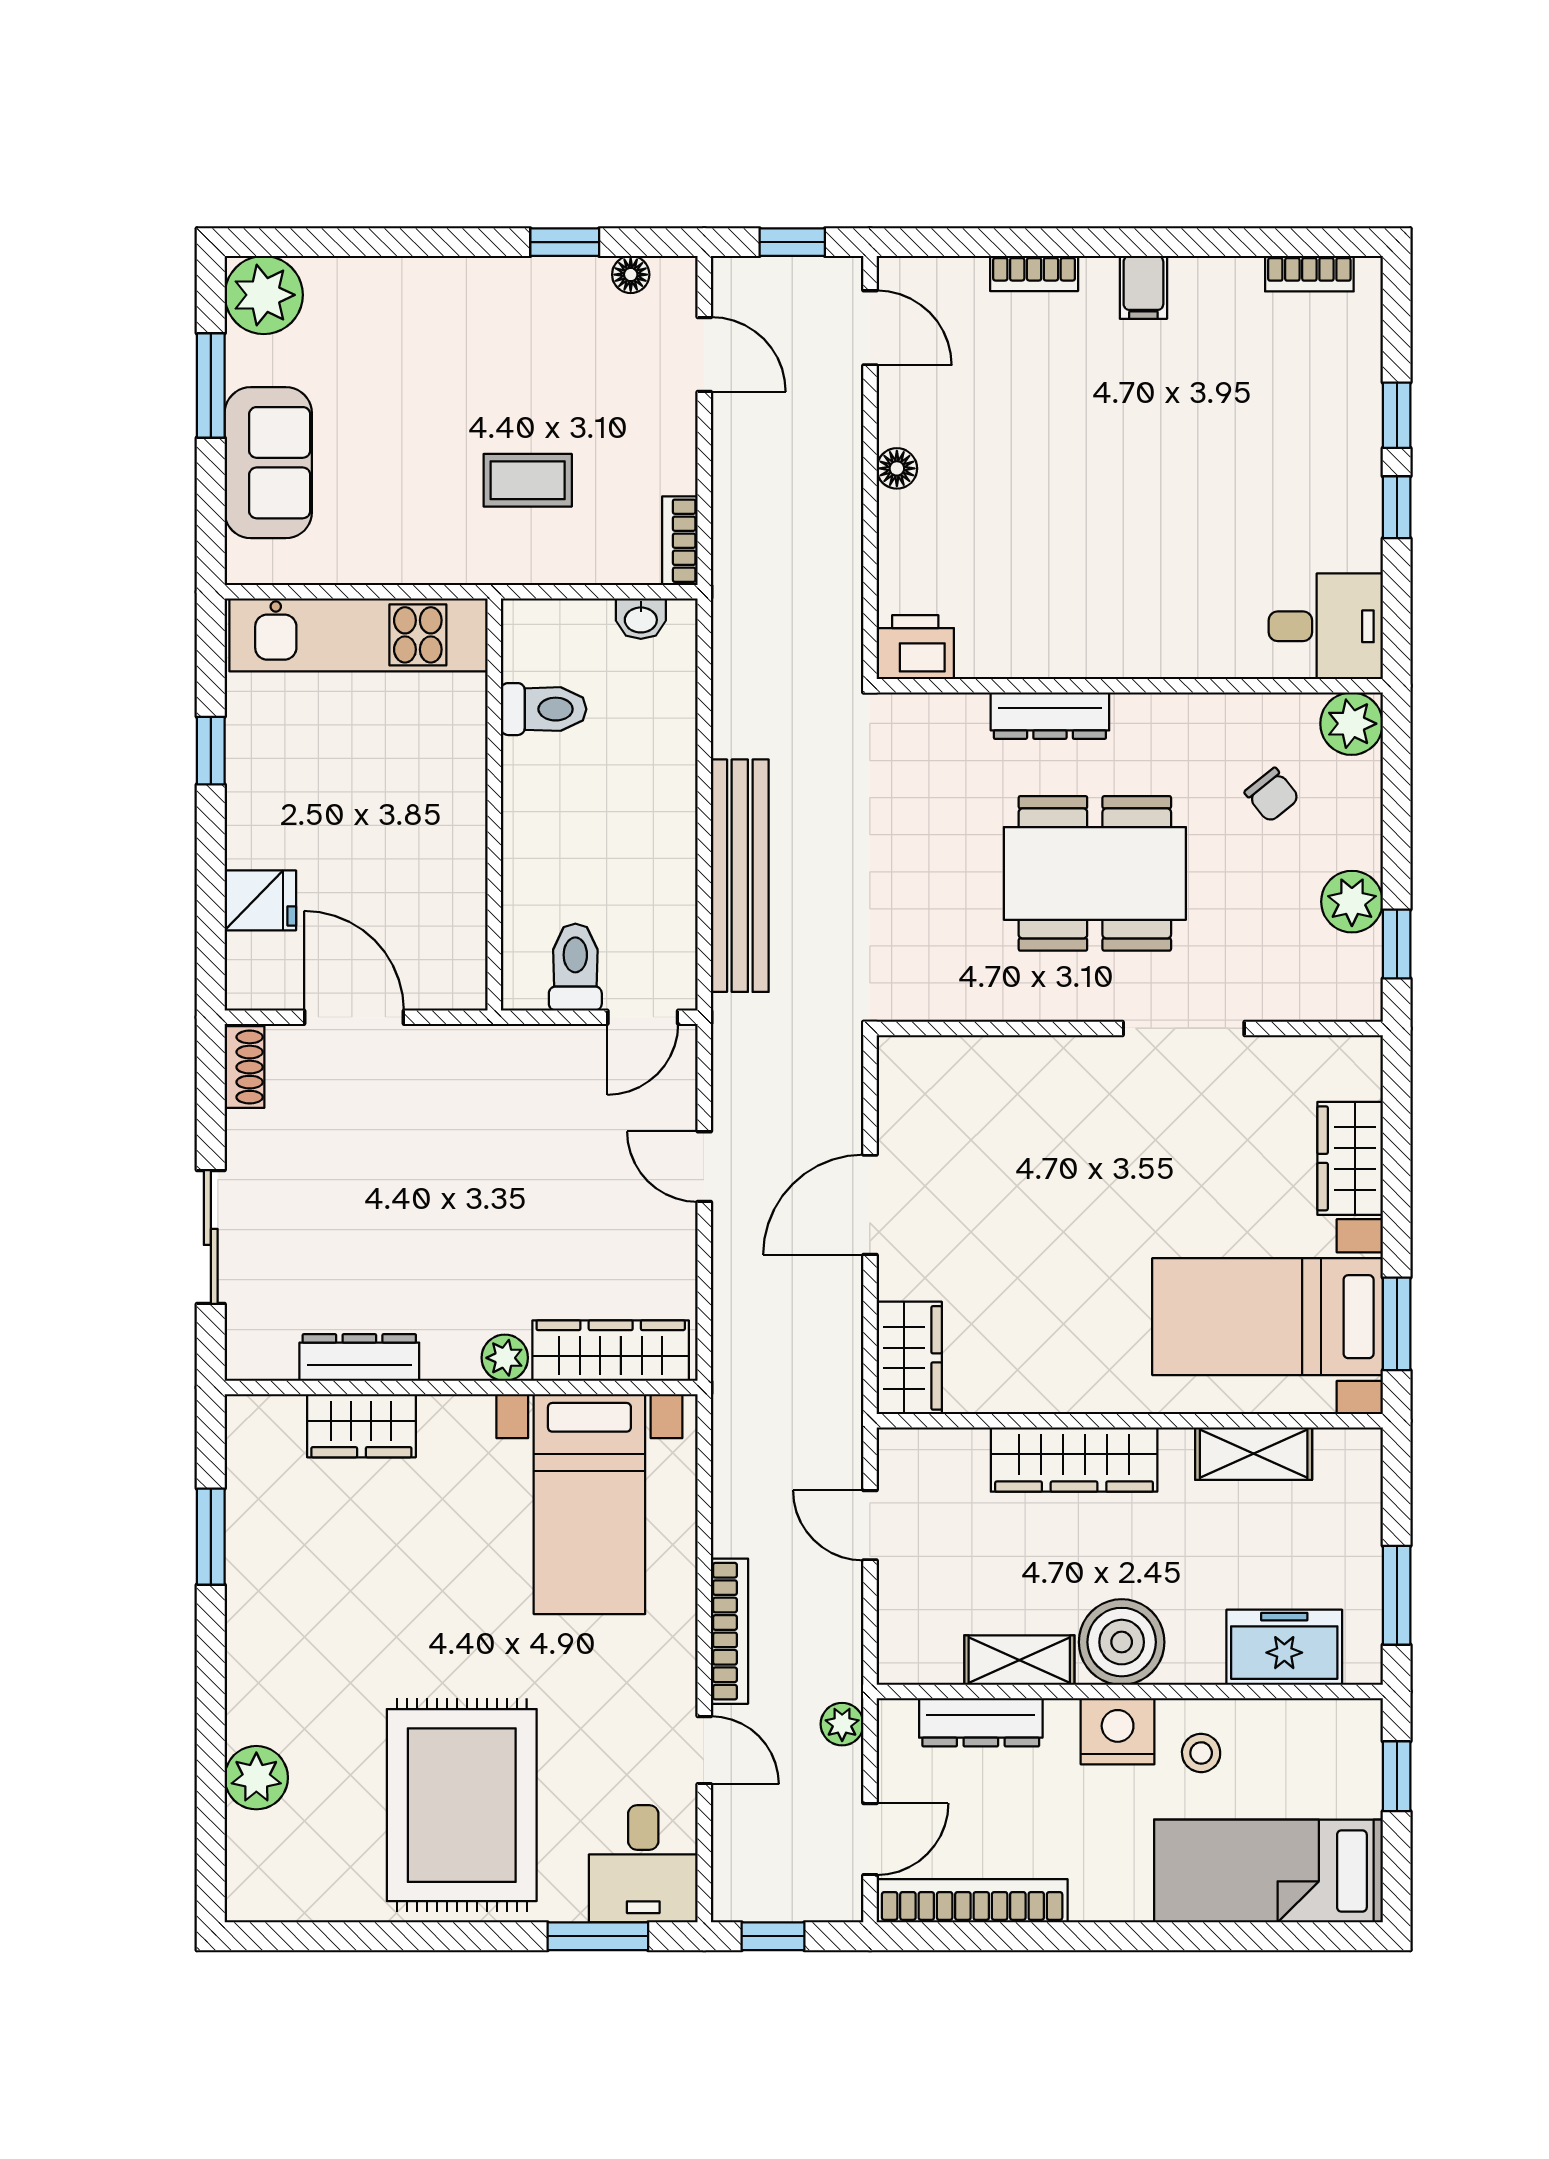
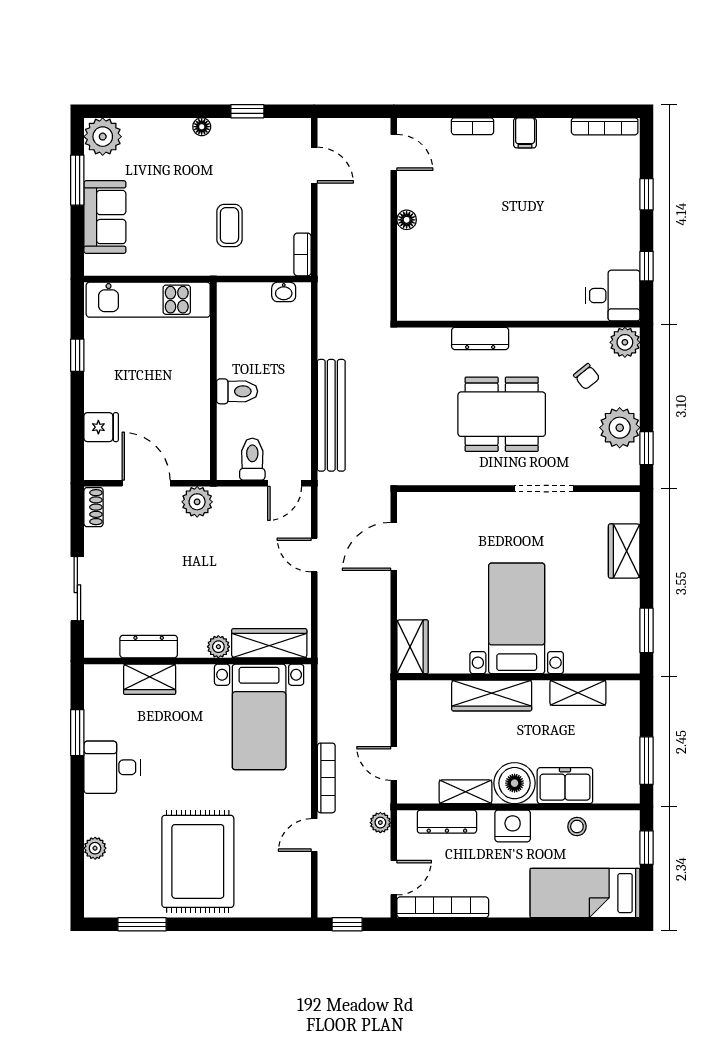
window: (792, 242) -> (356, 111), removed
bookcase: (1309, 274) -> (605, 126), width x1.56
floor lamp: (631, 275) -> (202, 127), moved
coffee table: (528, 480) -> (229, 225), turned 90
window: (1397, 507) -> (647, 266), moved
printer: (915, 647) -> (416, 306), removed
toilet: (544, 709) -> (237, 391), moved
plant: (1352, 902) -> (620, 428), width x1.36, depth x1.36
plant: (460, 1056) -> (197, 502), added
door: (870, 1205) -> (394, 546), moved
bed with nightstands: (1267, 1317) -> (517, 618), moved, turned 90
door: (870, 1525) -> (394, 763), moved
freezer: (1284, 1647) -> (565, 786), moved
door: (704, 1750) -> (314, 835), swing flipped
stool: (1201, 1753) -> (577, 826), moved
plant: (256, 1778) -> (95, 848), width x0.73, depth x0.73
desk: (643, 1864) -> (112, 767), moved, turned 90
window: (598, 1936) -> (142, 924), moved

